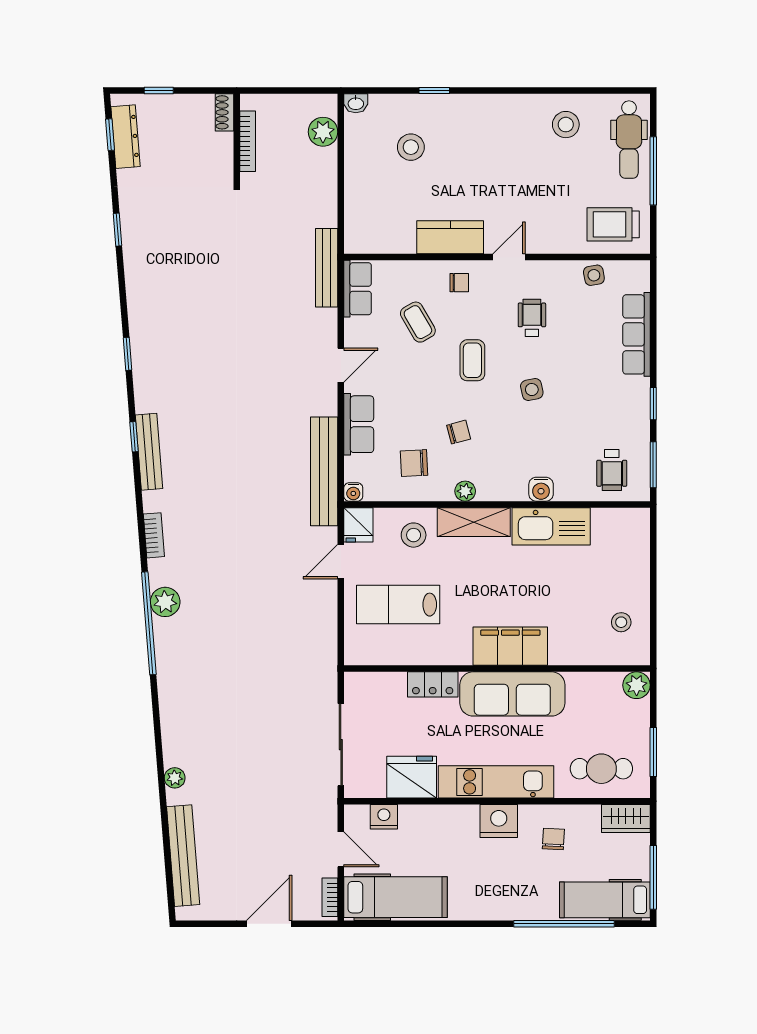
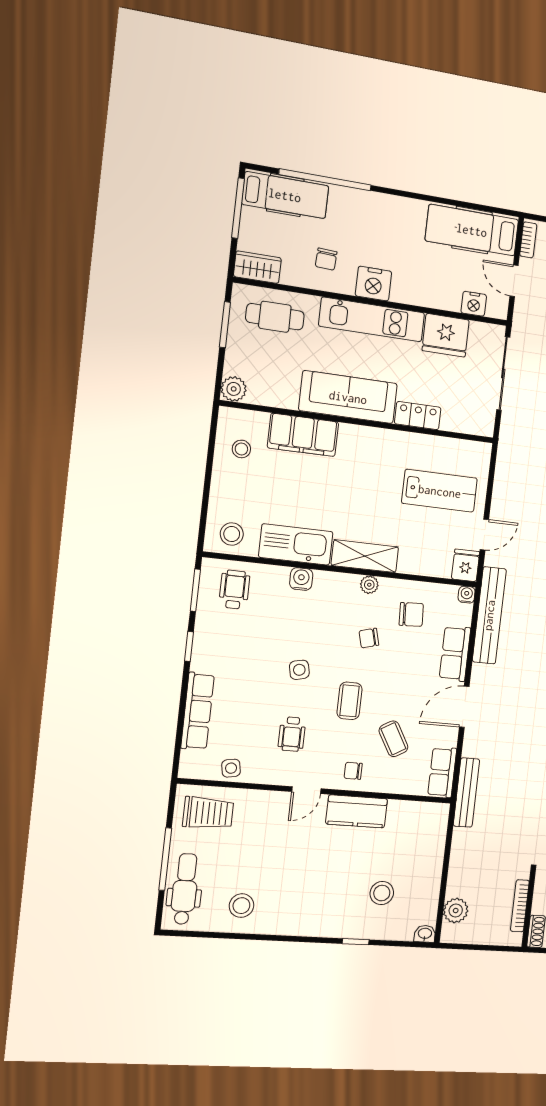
door: (341, 365) -> (464, 707), width x1.38
stool: (414, 535) -> (232, 534), moved
filing cabinet: (510, 646) -> (303, 435), moved

